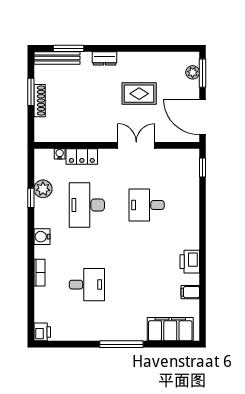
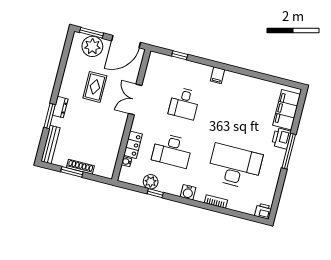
window: (68, 48) -> (50, 116), moved
plant: (193, 72) -> (92, 46), width x1.87, depth x1.87
window: (203, 167) -> (180, 55), moved
printer: (190, 262) -> (281, 138), moved, turned 90
desk: (87, 285) -> (235, 166), width x1.87, depth x1.30
filing cabinet: (190, 292) -> (218, 75), moved

